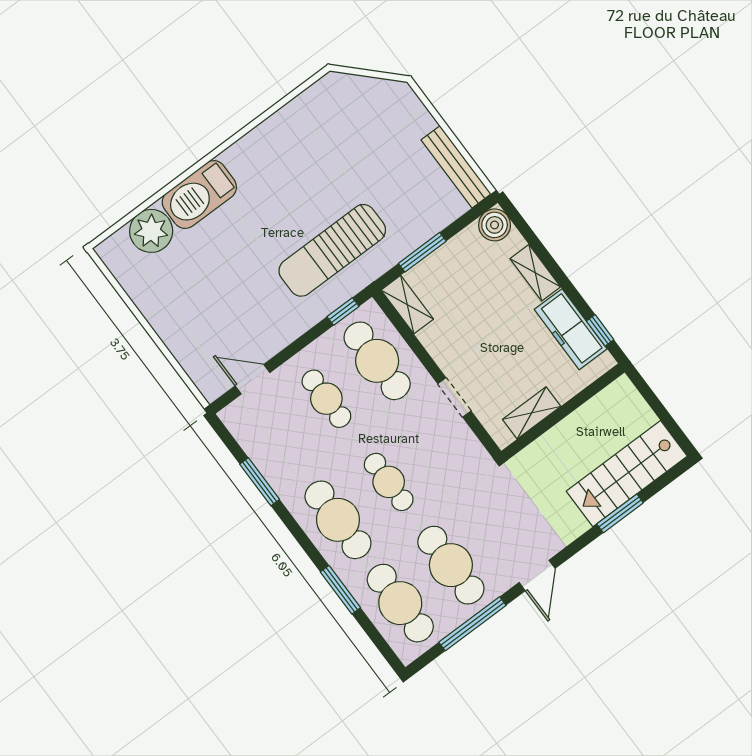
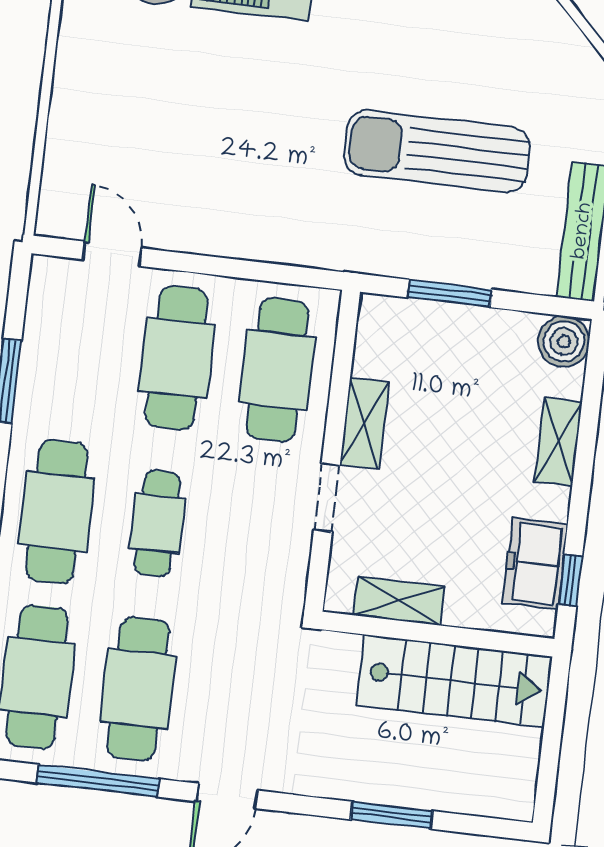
sun lounger: (332, 250) -> (437, 151), moved
shelving: (407, 305) -> (364, 423), moved
window: (343, 312) -> (292, 275), removed
freezer: (571, 329) -> (535, 564), width x0.71
cafe table: (326, 399) -> (177, 358), width x1.37, depth x1.35
stairs: (627, 474) -> (454, 681), moved, turned 180

